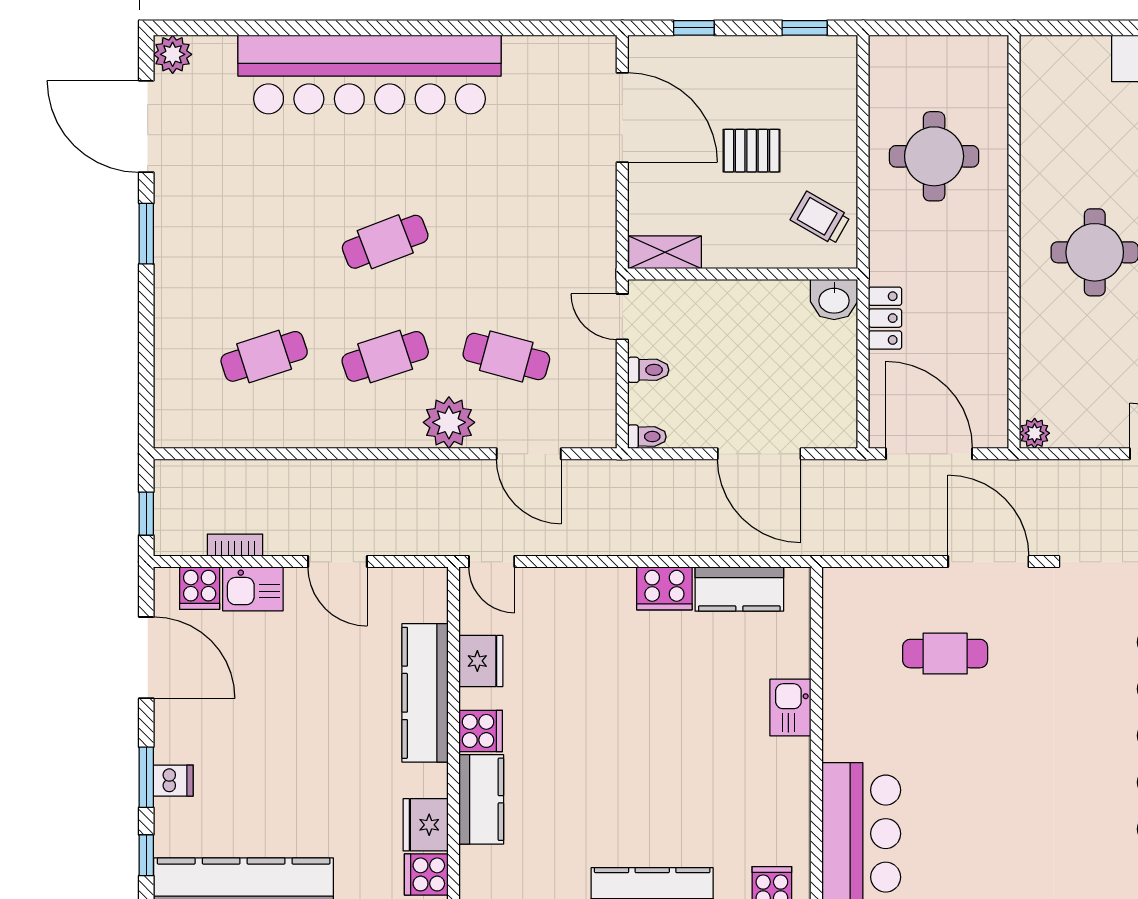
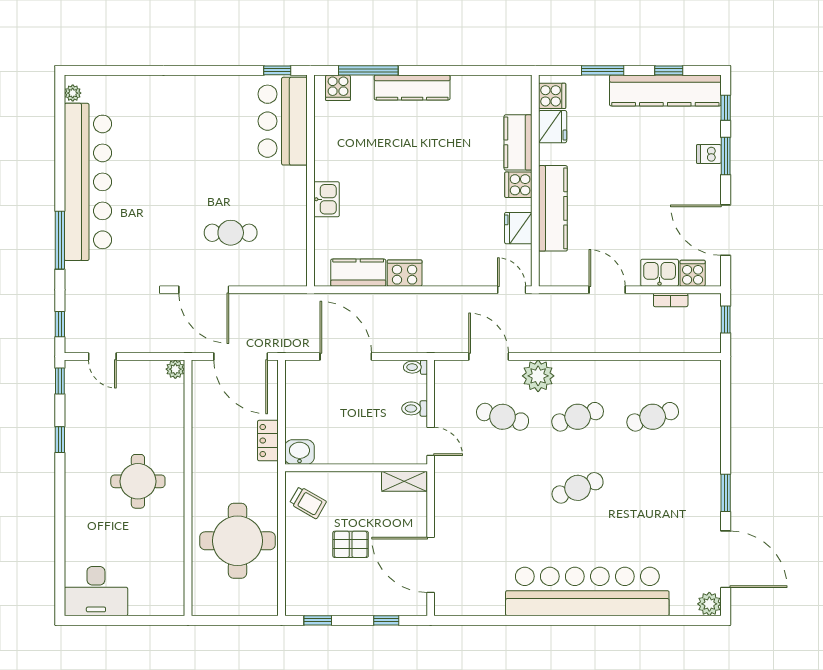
round table: (934, 156) -> (237, 541), width x1.36, depth x1.36

